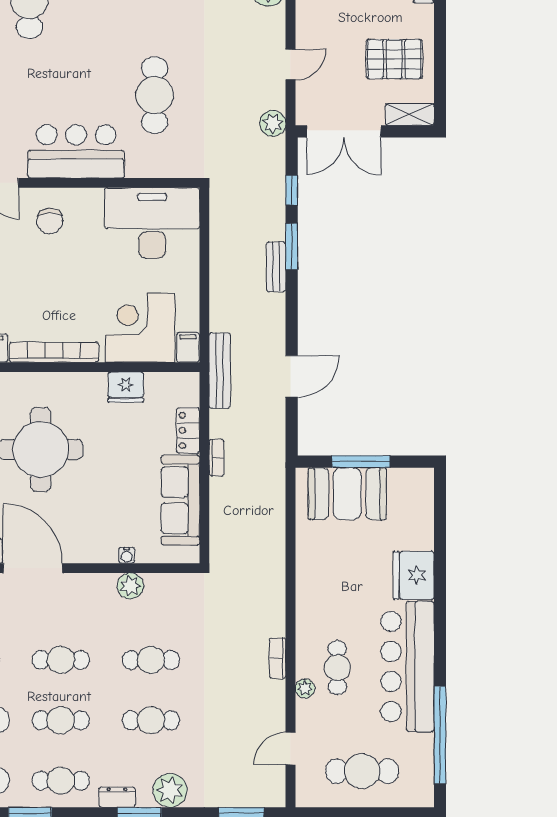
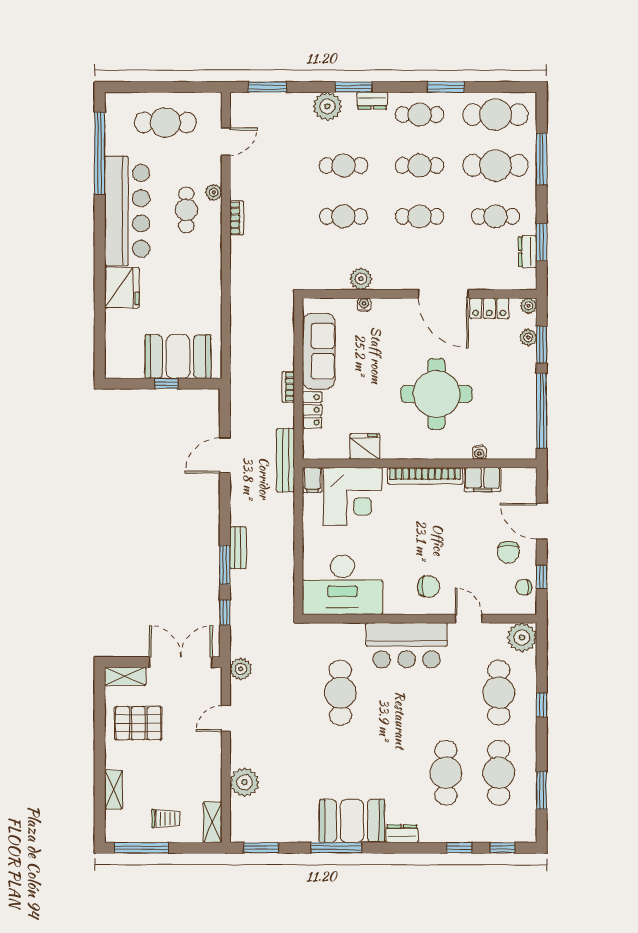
chair: (50, 221) -> (429, 587), turned 93
window: (361, 462) -> (166, 384), width x0.46

